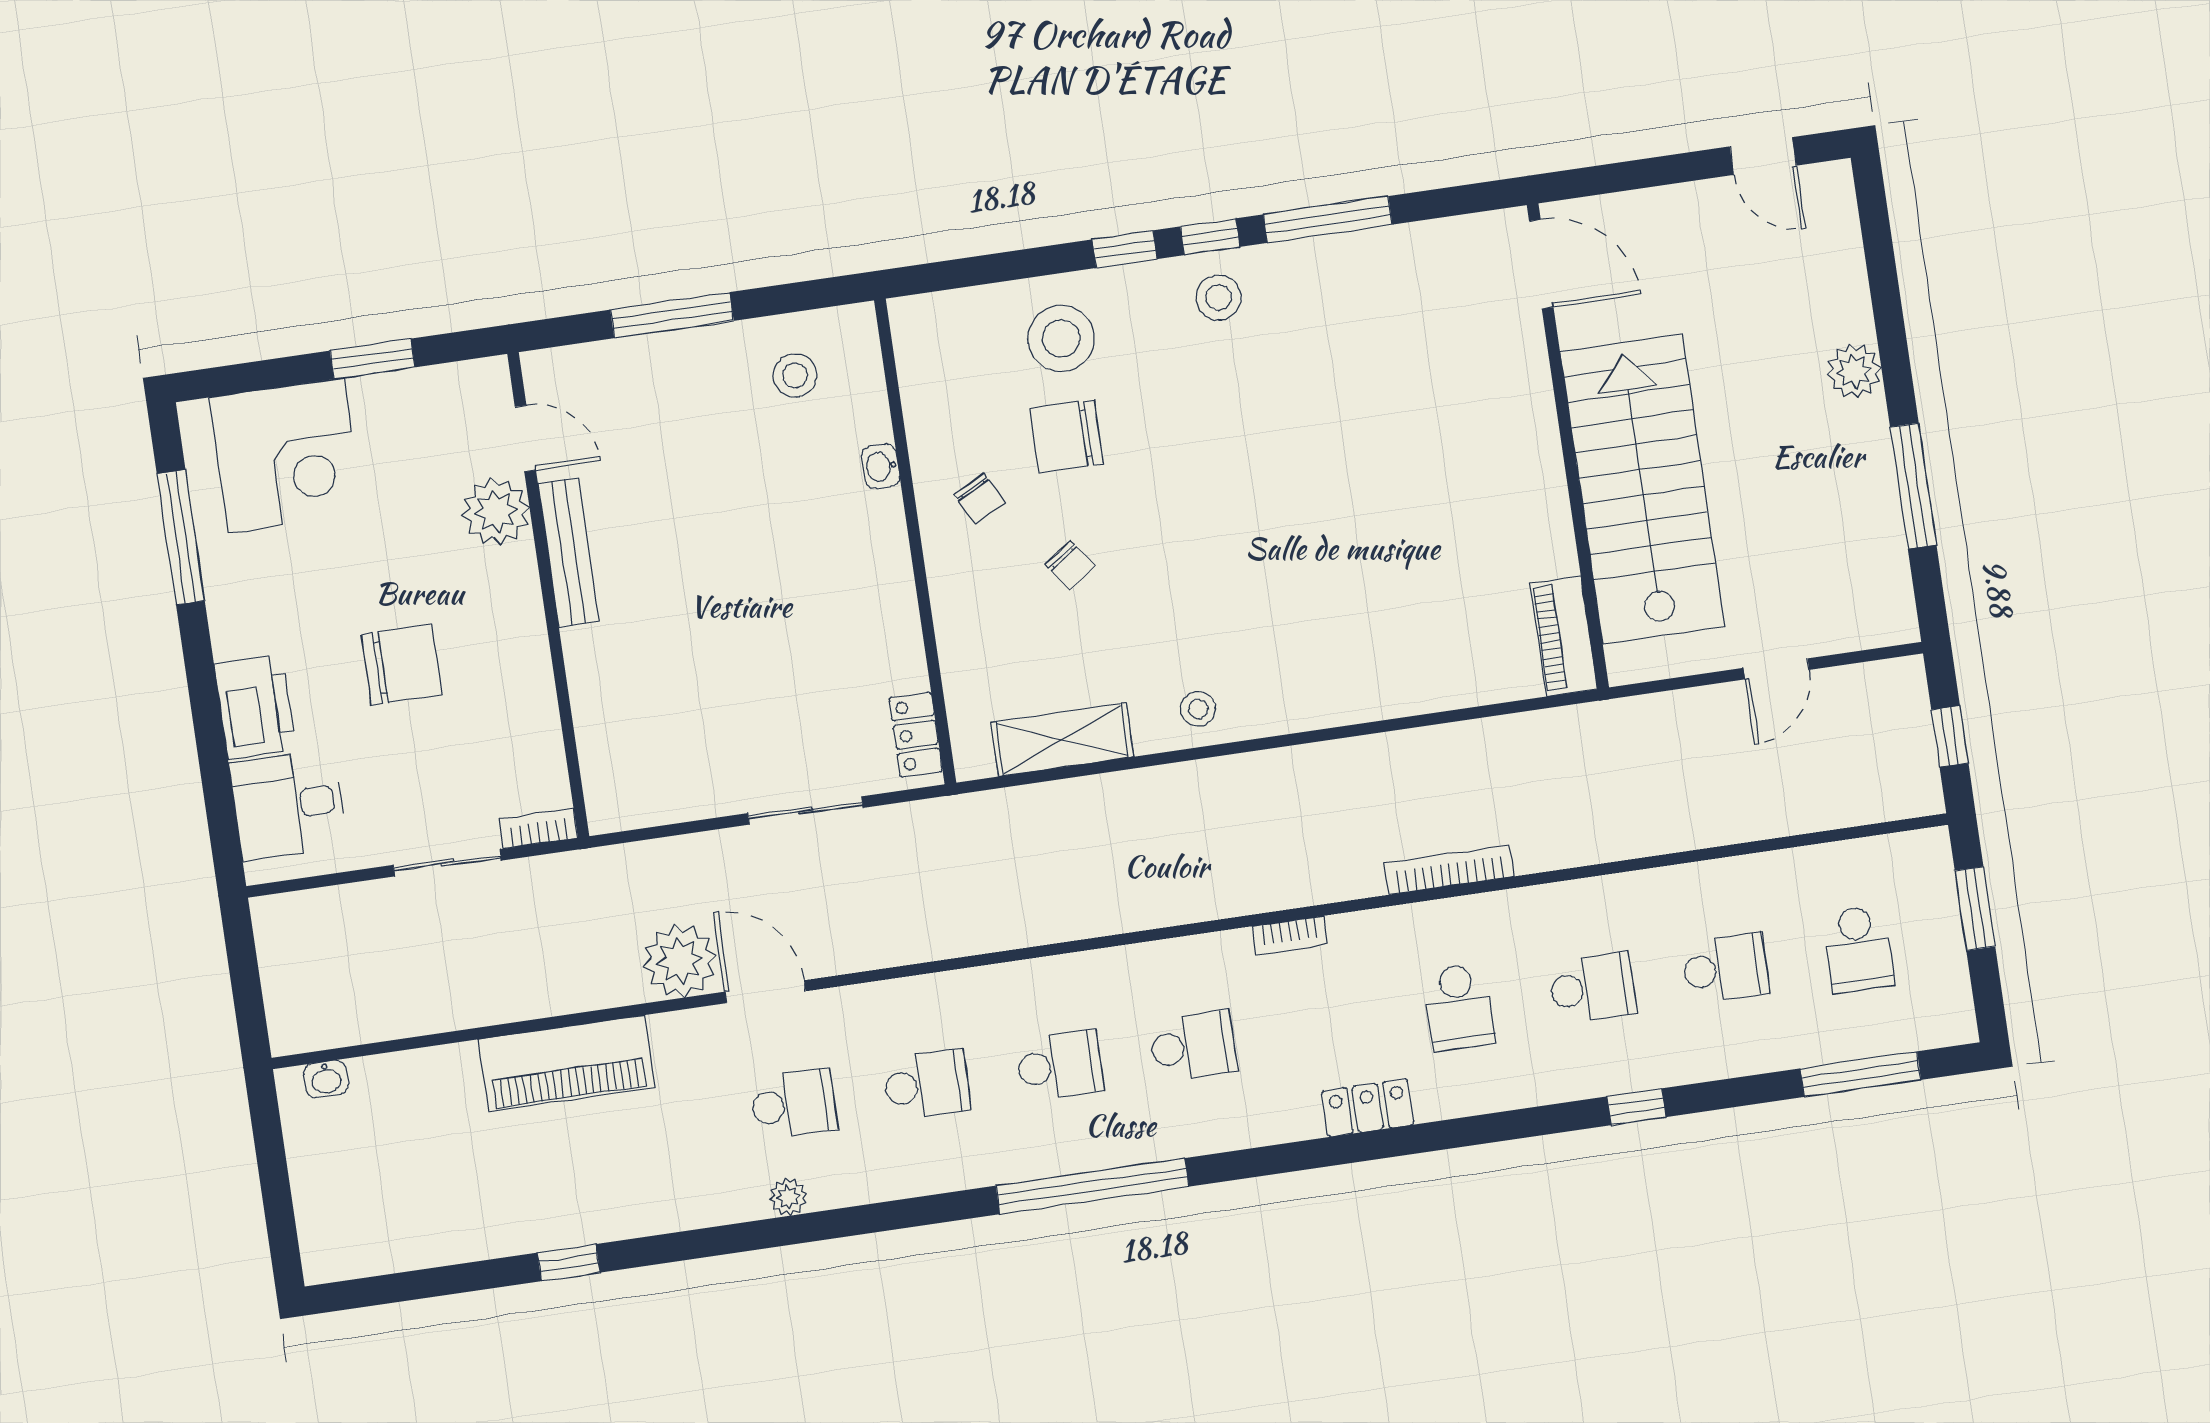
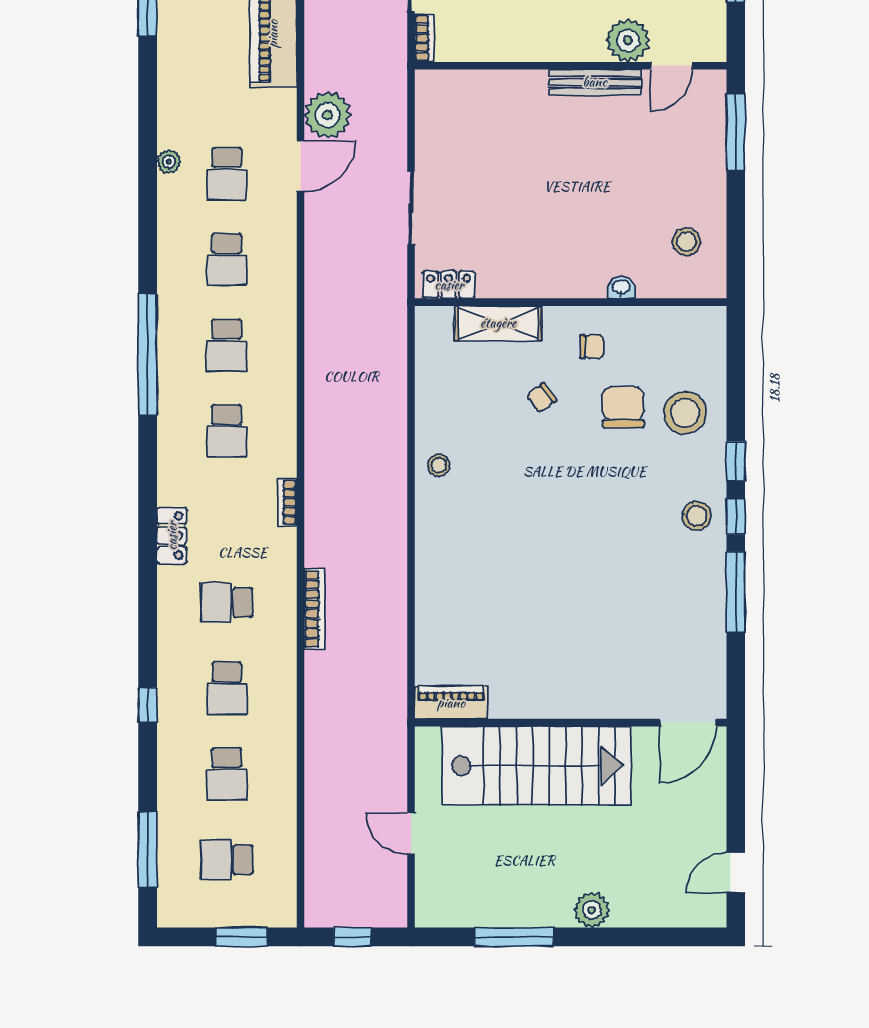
window: (672, 315) -> (736, 132), moved
chair: (980, 498) -> (592, 347), turned -153
shelving: (1062, 740) -> (498, 323), moved, turned 90

